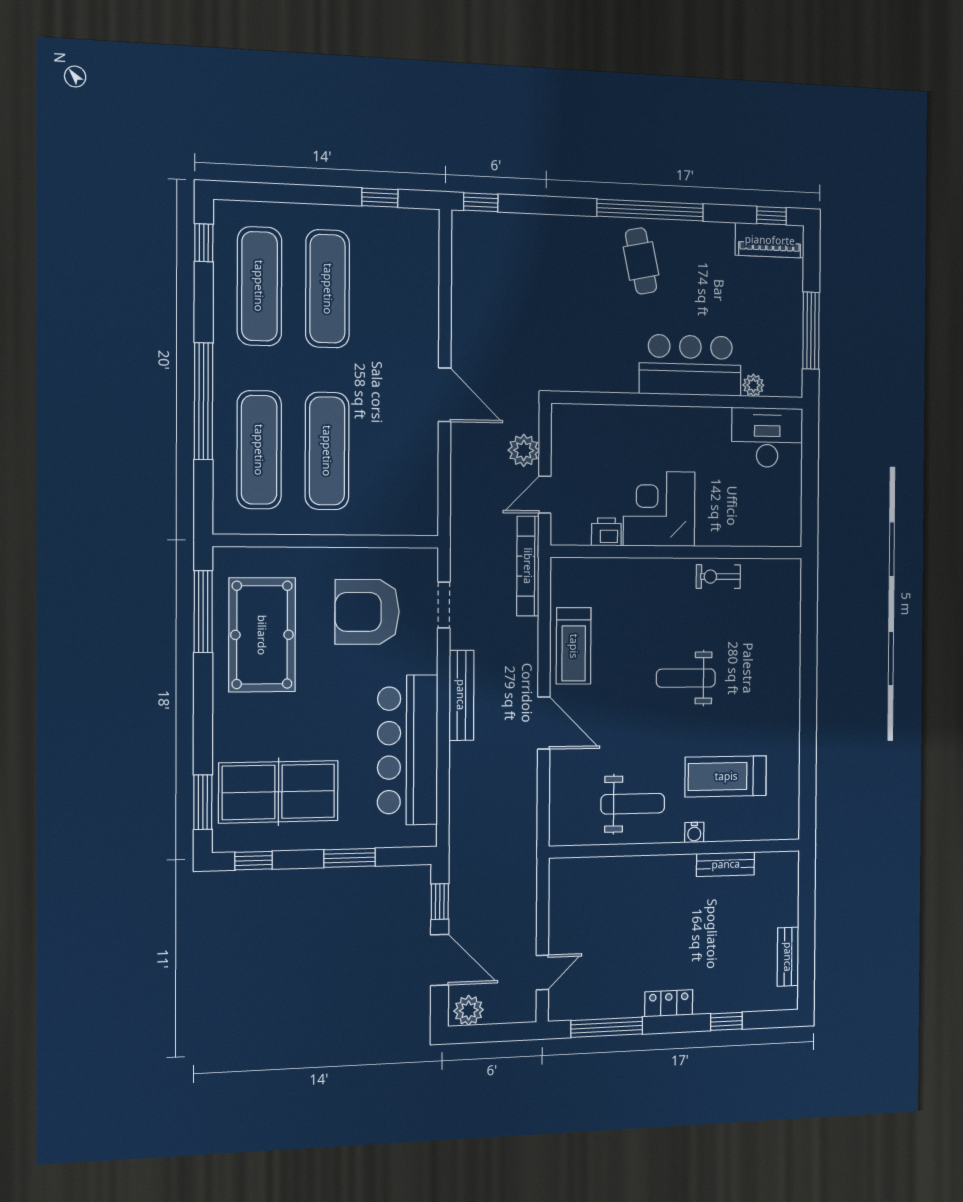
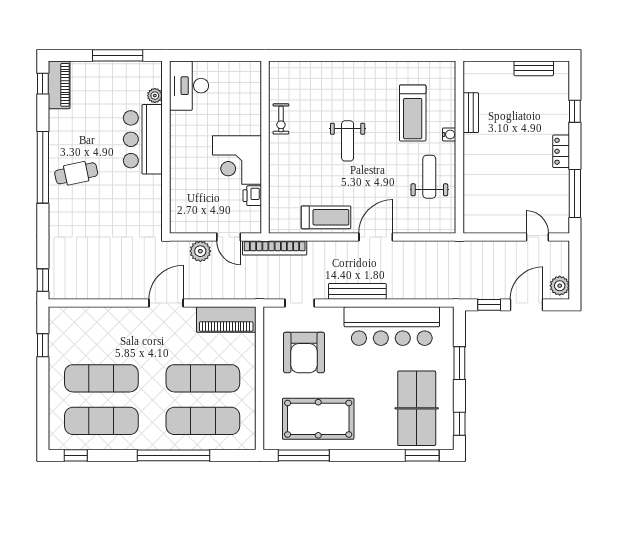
piano: (419, 489) -> (226, 320), added

